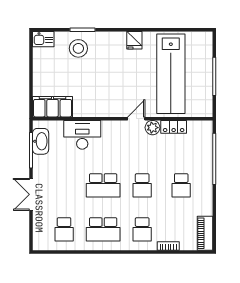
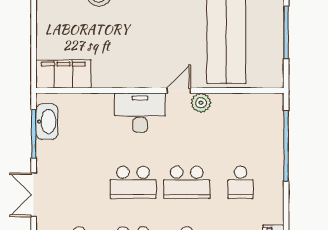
locker: (174, 127) -> (230, 102), removed
desk: (82, 135) -> (140, 113), moved
school desk: (142, 185) -> (187, 182), width x1.85

